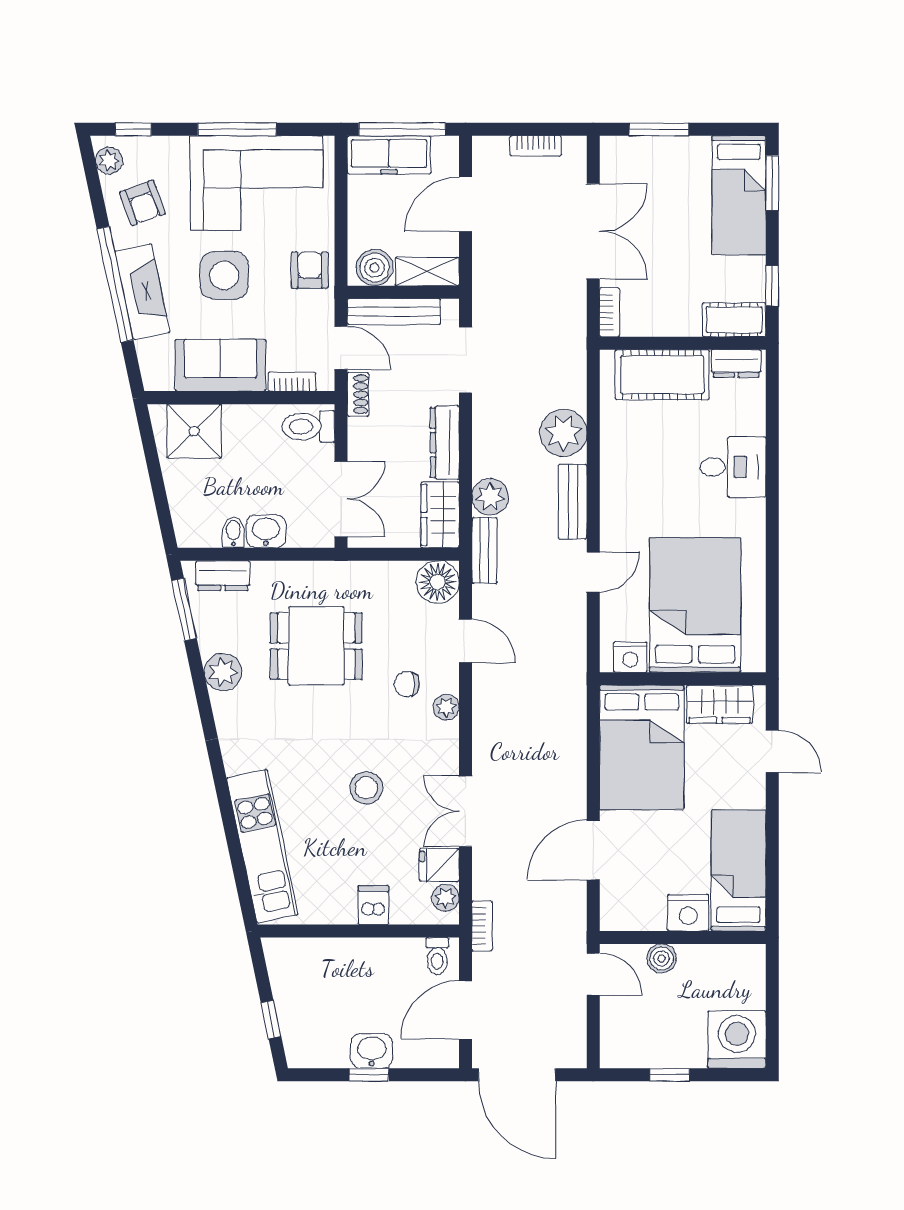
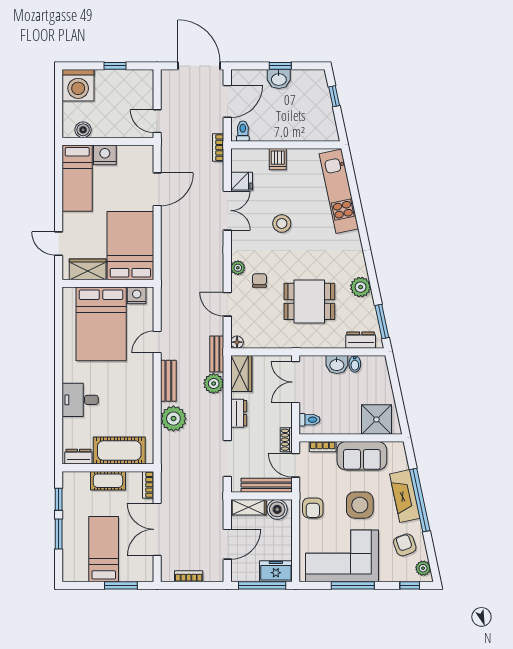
freezer: (389, 155) -> (276, 571), width x0.71
window: (772, 183) -> (59, 534), moved
bed: (739, 195) -> (104, 549), moved
cot: (734, 320) -> (108, 481), moved
toilet: (308, 427) -> (310, 420), width x0.73, depth x0.72
dresser: (445, 443) -> (239, 413), width x0.70
floor lamp: (438, 582) -> (237, 342), width x0.53, depth x0.53
chair: (407, 684) -> (259, 280), turned -90
plant: (445, 898) -> (238, 163), removed
boiler: (661, 958) -> (83, 130), moved

